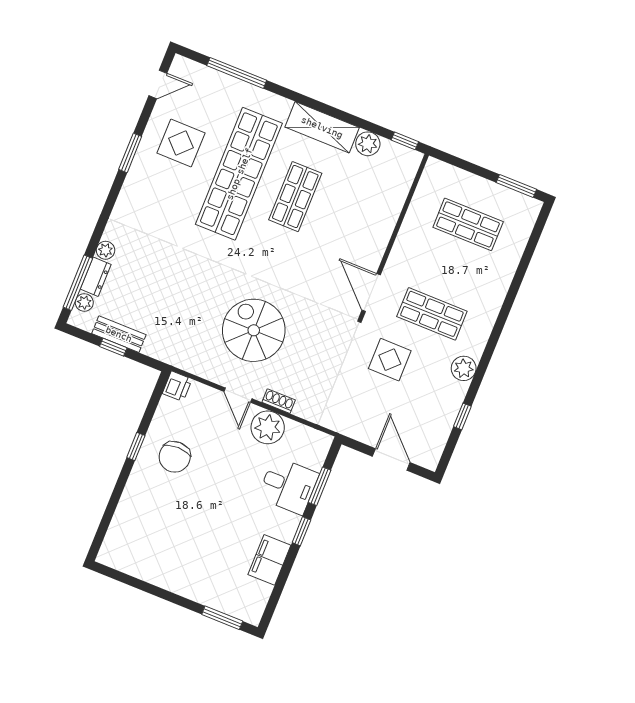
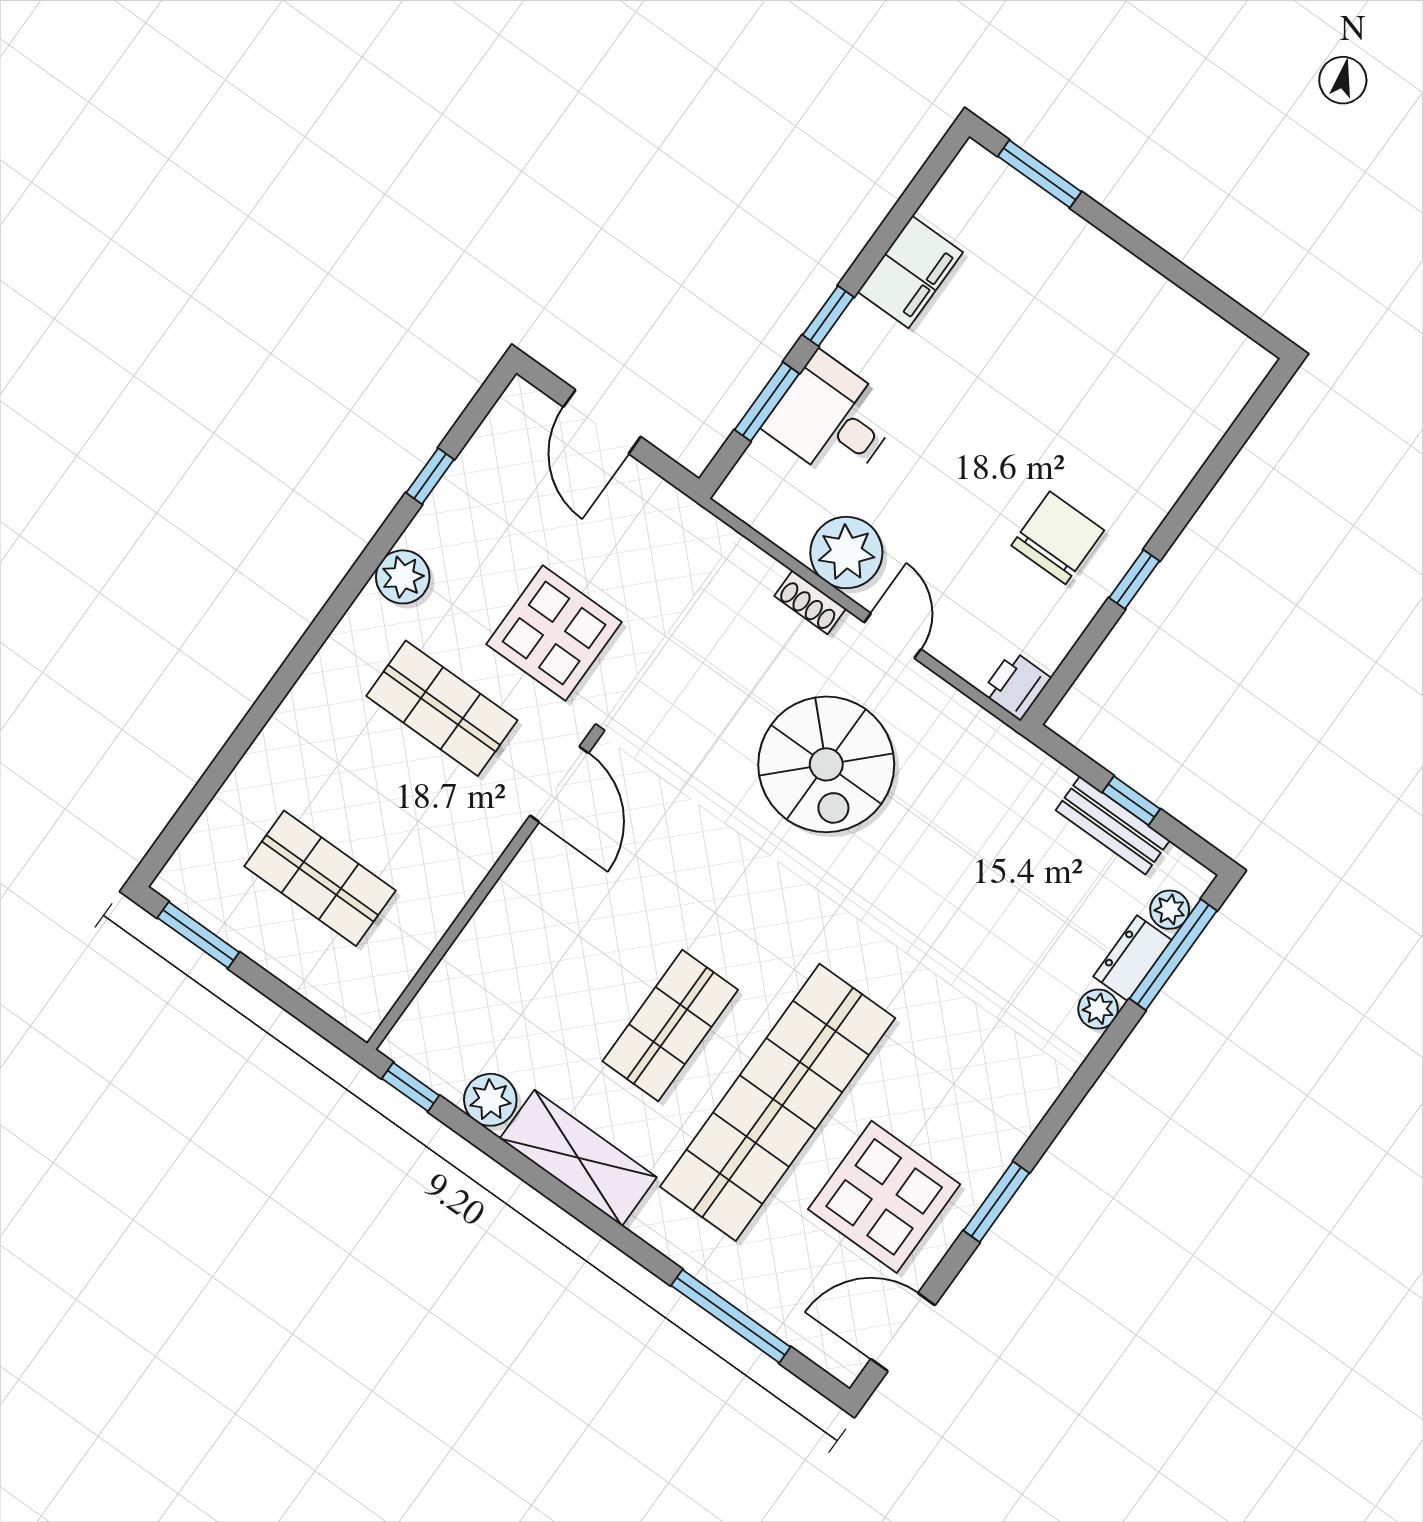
door: (158, 84) -> (903, 1332), width x1.38
display table: (181, 143) -> (884, 1197), width x1.36, depth x1.36
display table: (390, 360) -> (554, 633), width x1.36, depth x1.36

